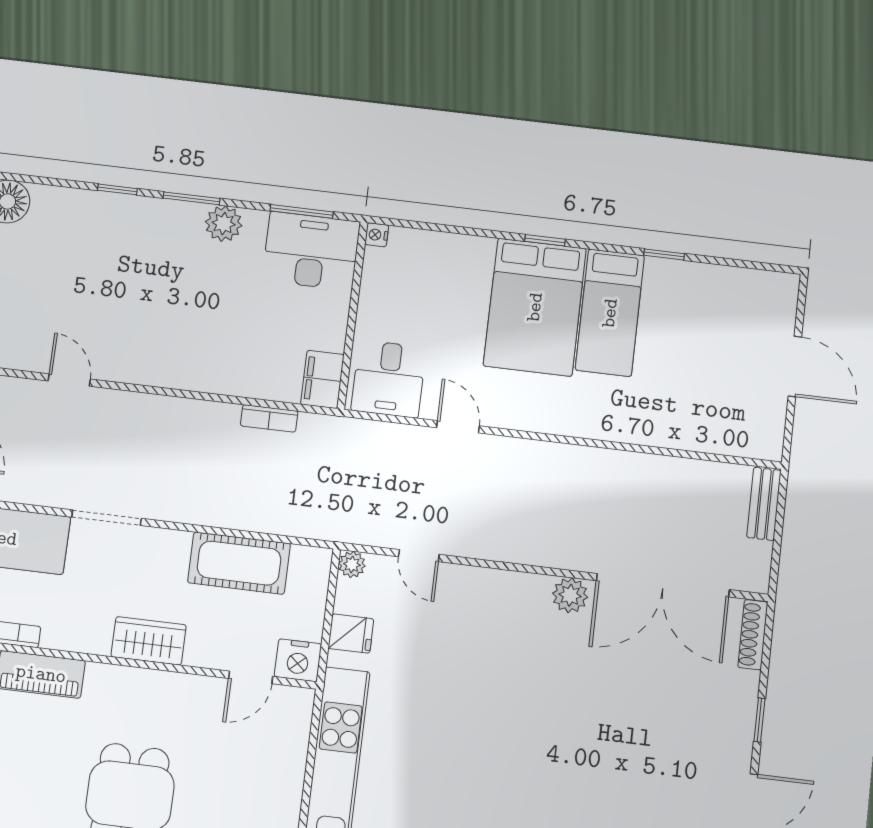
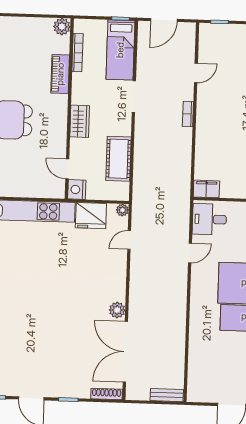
bookcase: (269, 418) -> (188, 114), moved
fridge: (351, 634) -> (91, 216), width x1.88, depth x1.34

